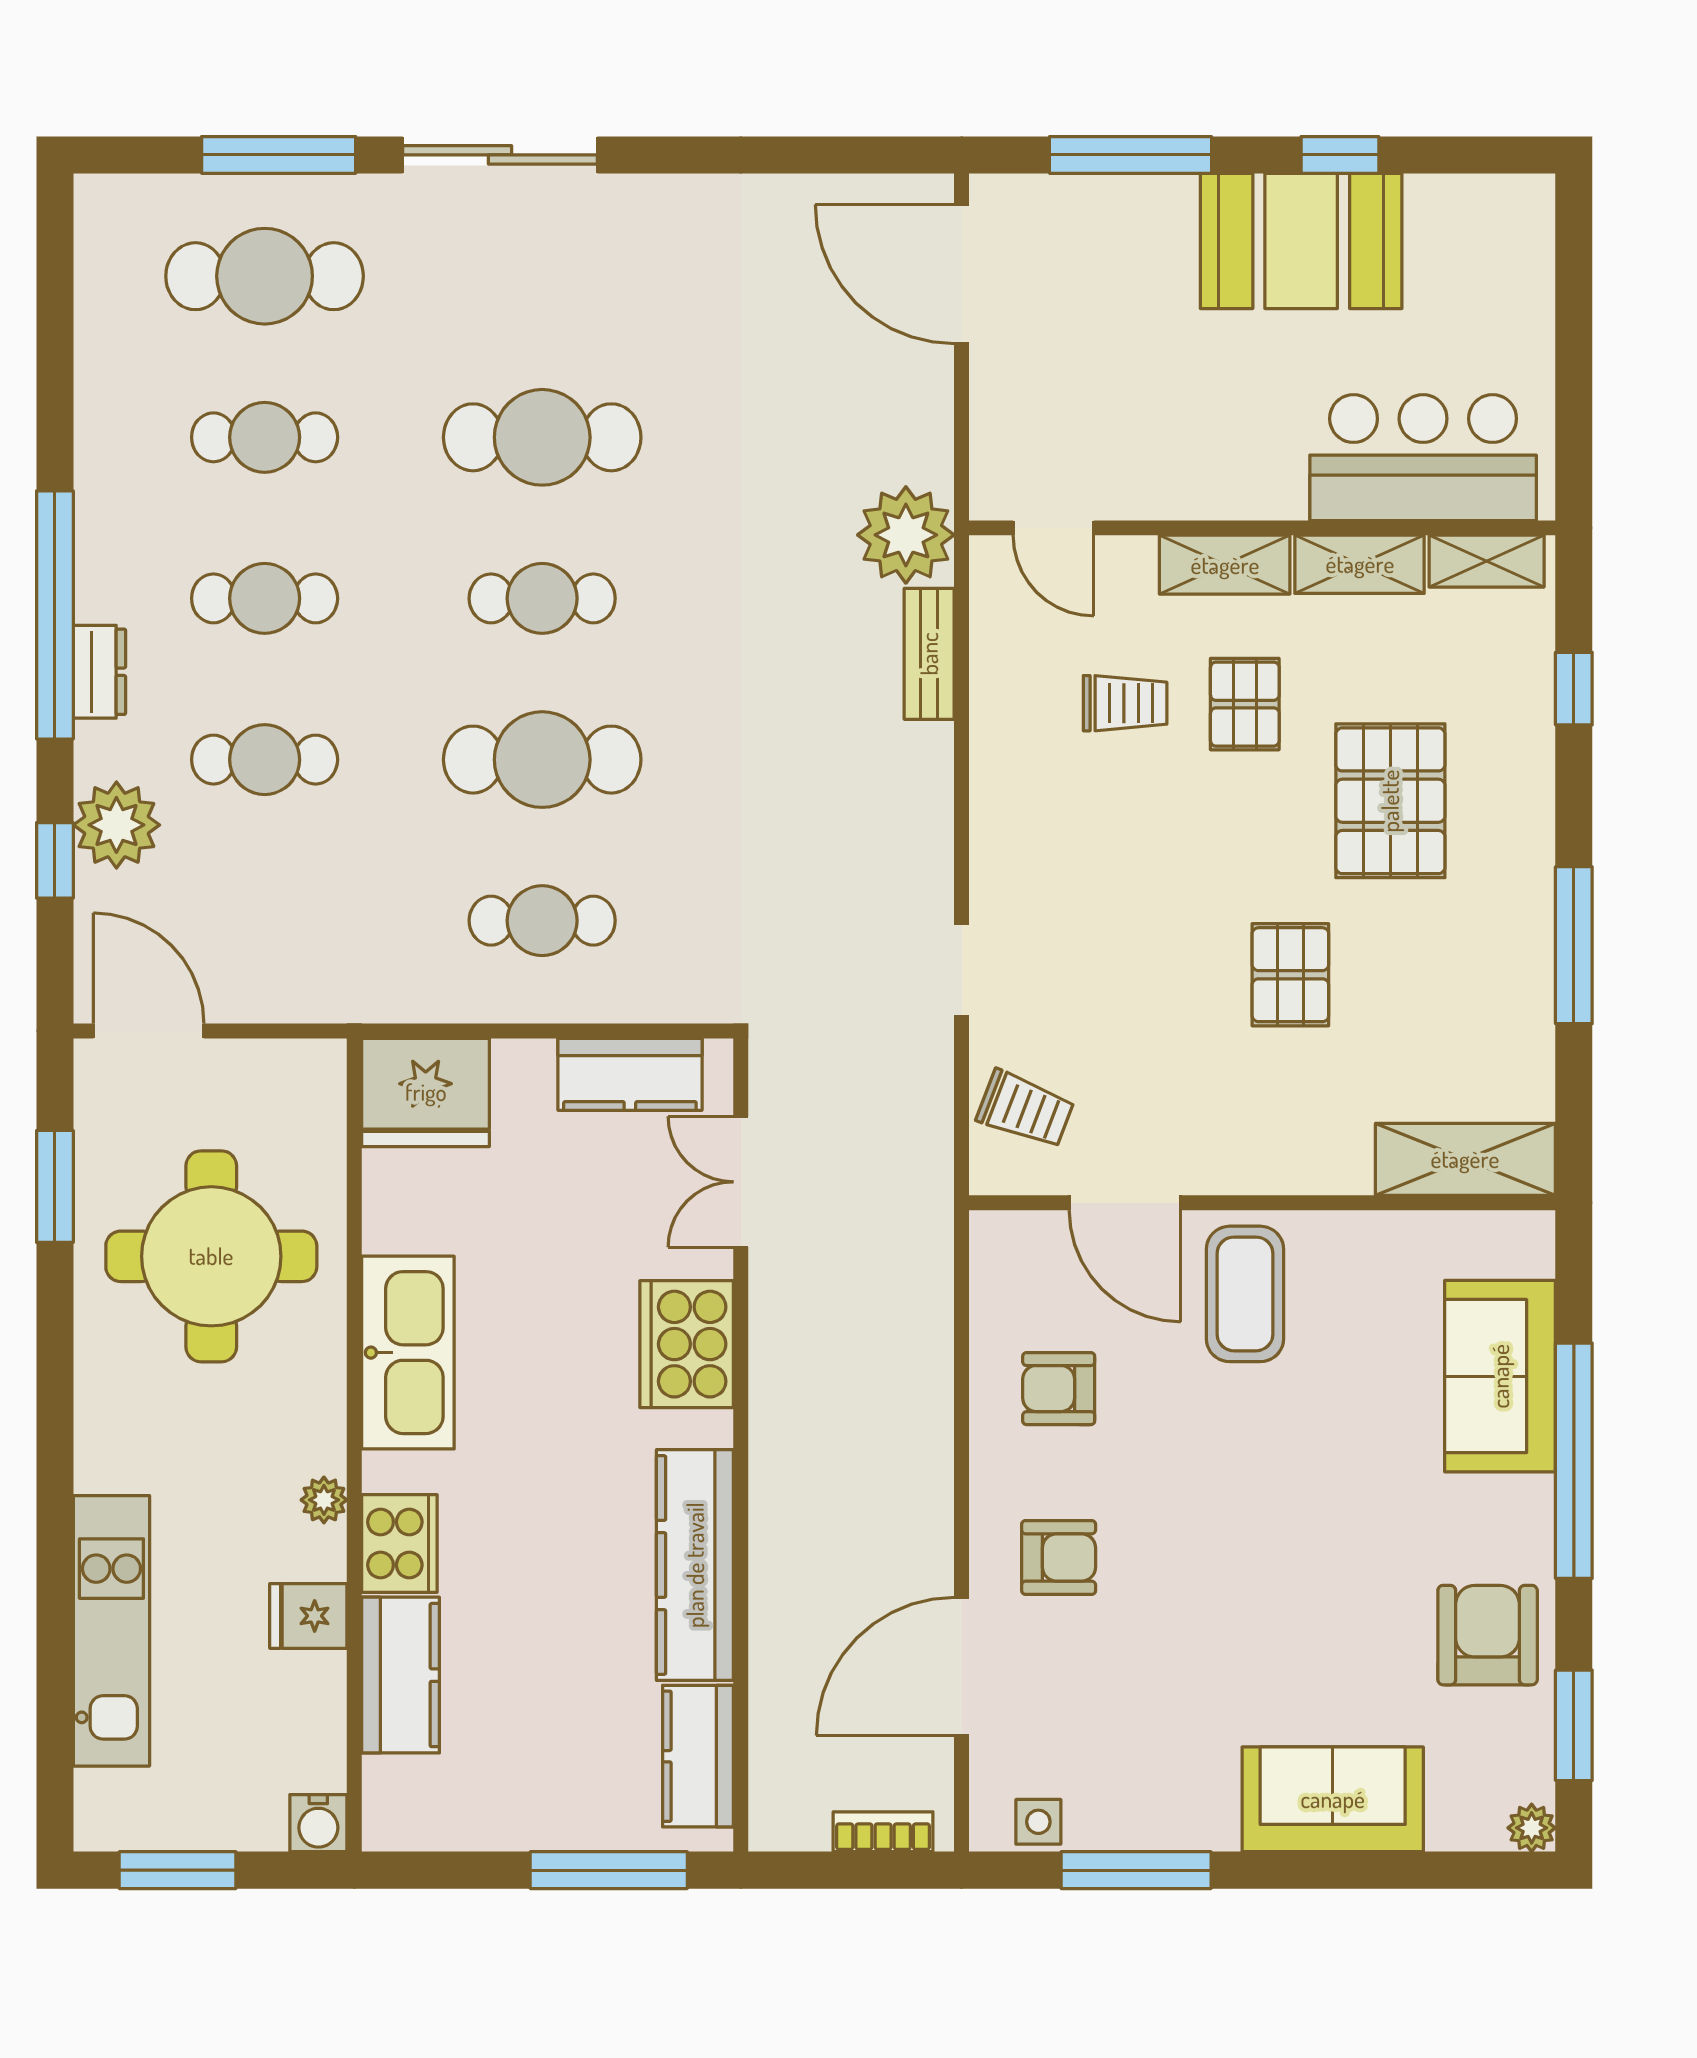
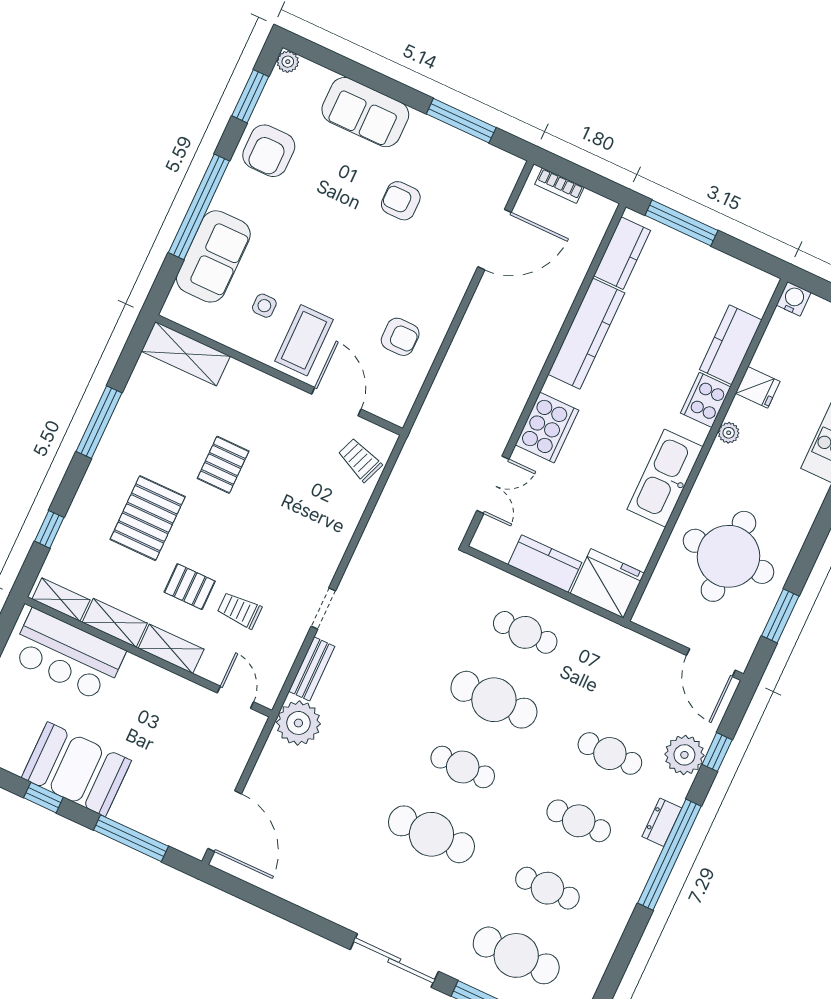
pallet: (1245, 704) -> (190, 587), turned 90
doorway: (962, 970) -> (323, 608), moved
kitchen counter: (630, 1074) -> (545, 564), moved
armchair: (1059, 1557) -> (401, 201), moved
side table: (1038, 1822) -> (264, 306), moved

